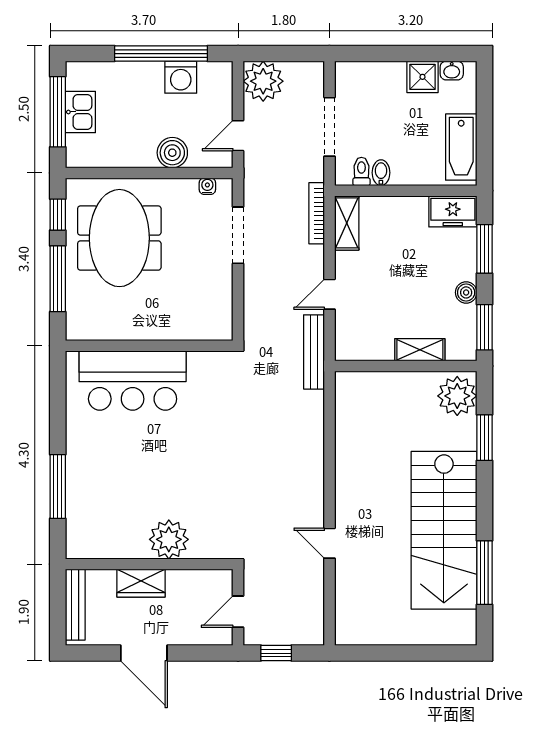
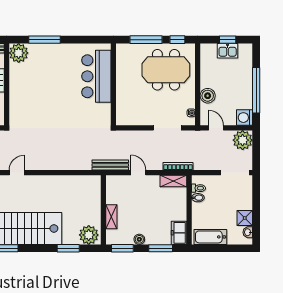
washing machine: (181, 77) -> (245, 118), moved
window: (58, 112) -> (228, 40), width x0.46
doorway: (329, 127) -> (235, 173), moved
plant: (169, 539) -> (19, 53), moved

